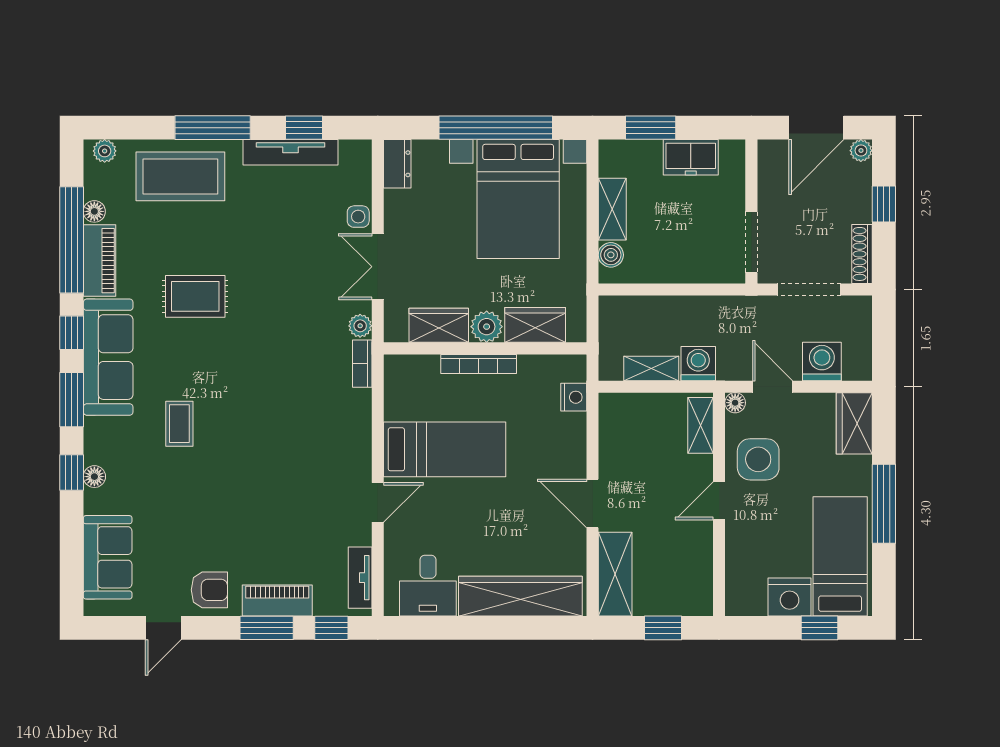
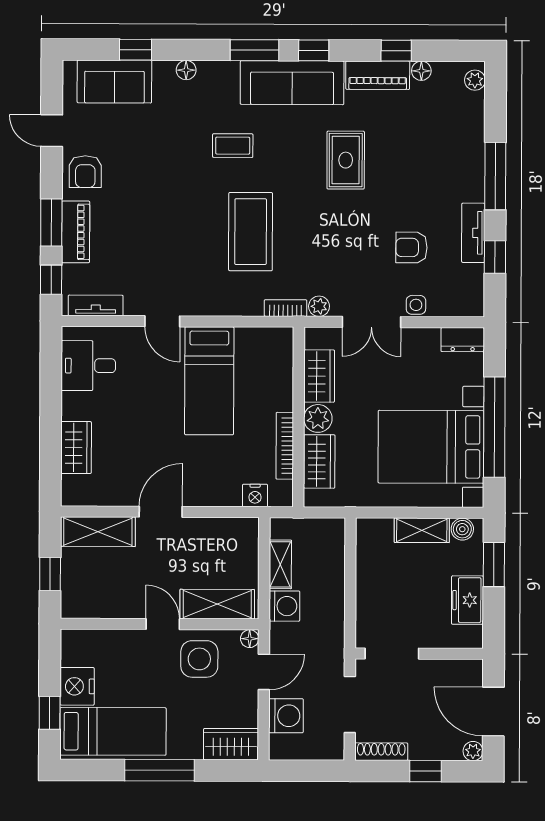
tv unit: (290, 152) -> (473, 233), width x0.71
coffee table: (180, 176) -> (251, 232), moved
armchair: (294, 222) -> (411, 247), added
window: (72, 240) -> (396, 51), width x0.32
boiler: (611, 255) -> (462, 529), moved
double door: (378, 267) -> (372, 322), swing flipped
bookcase: (479, 364) -> (285, 446), moved
shelving: (701, 425) -> (217, 604), width x1.50, depth x1.33
window: (72, 473) -> (135, 50), moved
wardrobe: (520, 596) -> (76, 447), width x0.48, depth x0.85

